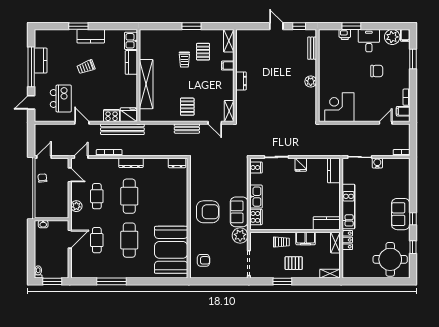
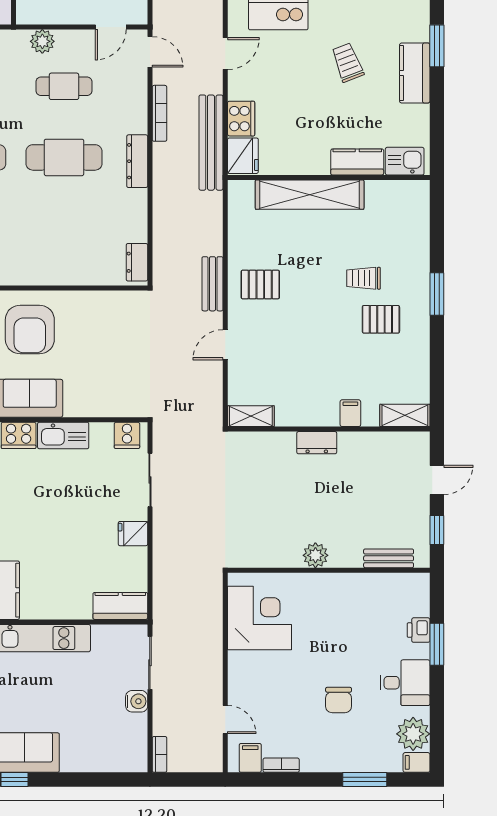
shelving: (229, 41) -> (405, 415), moved
filing cabinet: (228, 66) -> (350, 413), moved
wall: (235, 76) -> (329, 429), moved
dresser: (241, 81) -> (317, 443), moved
shelving: (229, 111) -> (251, 416), moved

